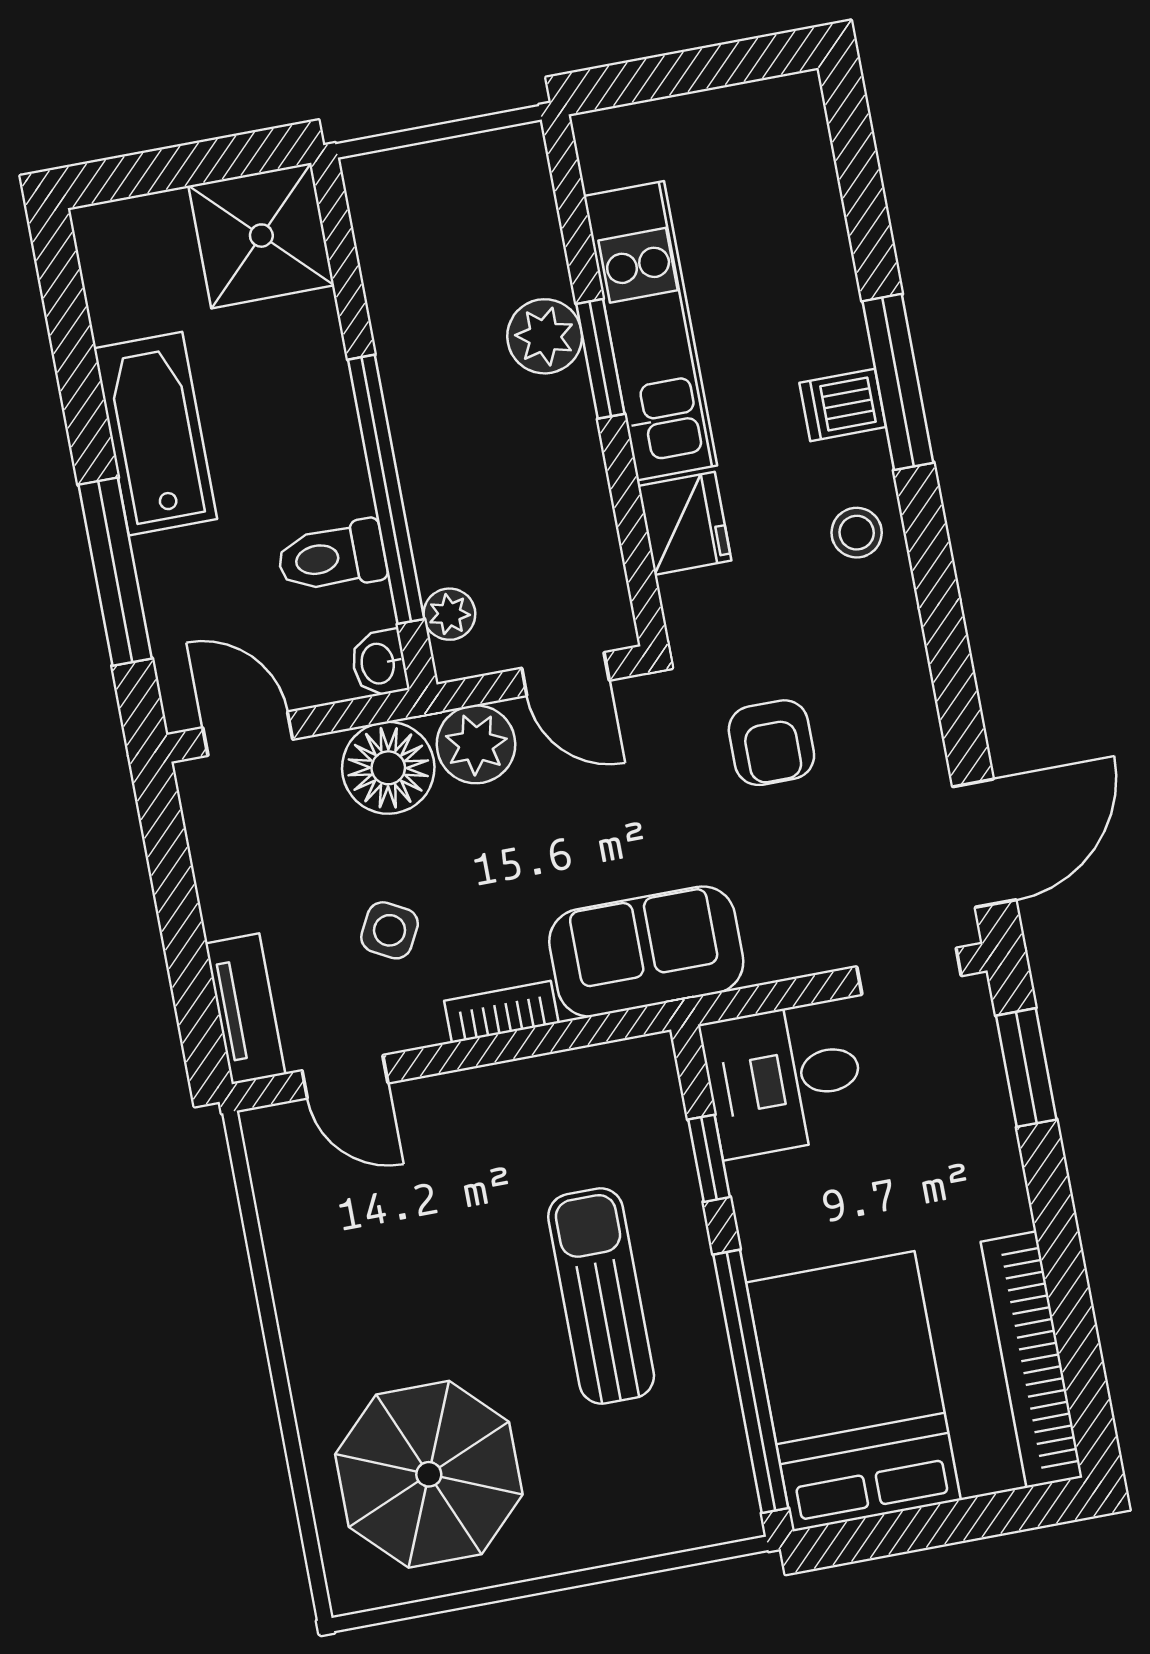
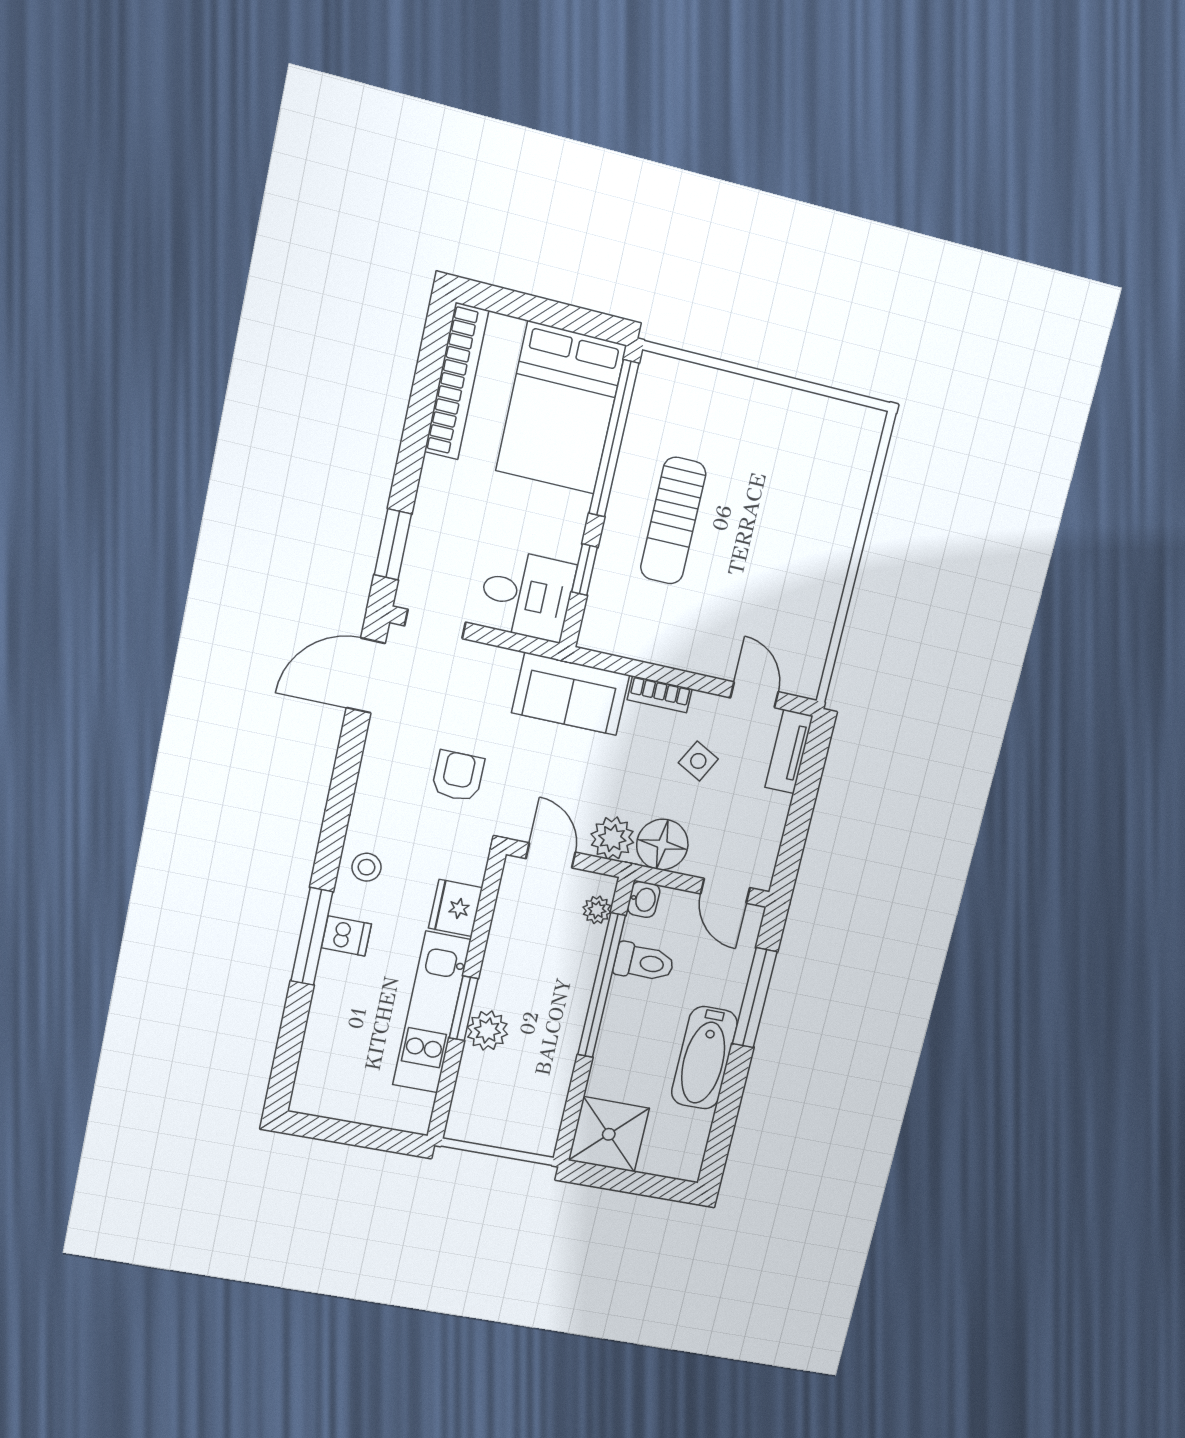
parasol: (429, 1474) -> (804, 465), removed

